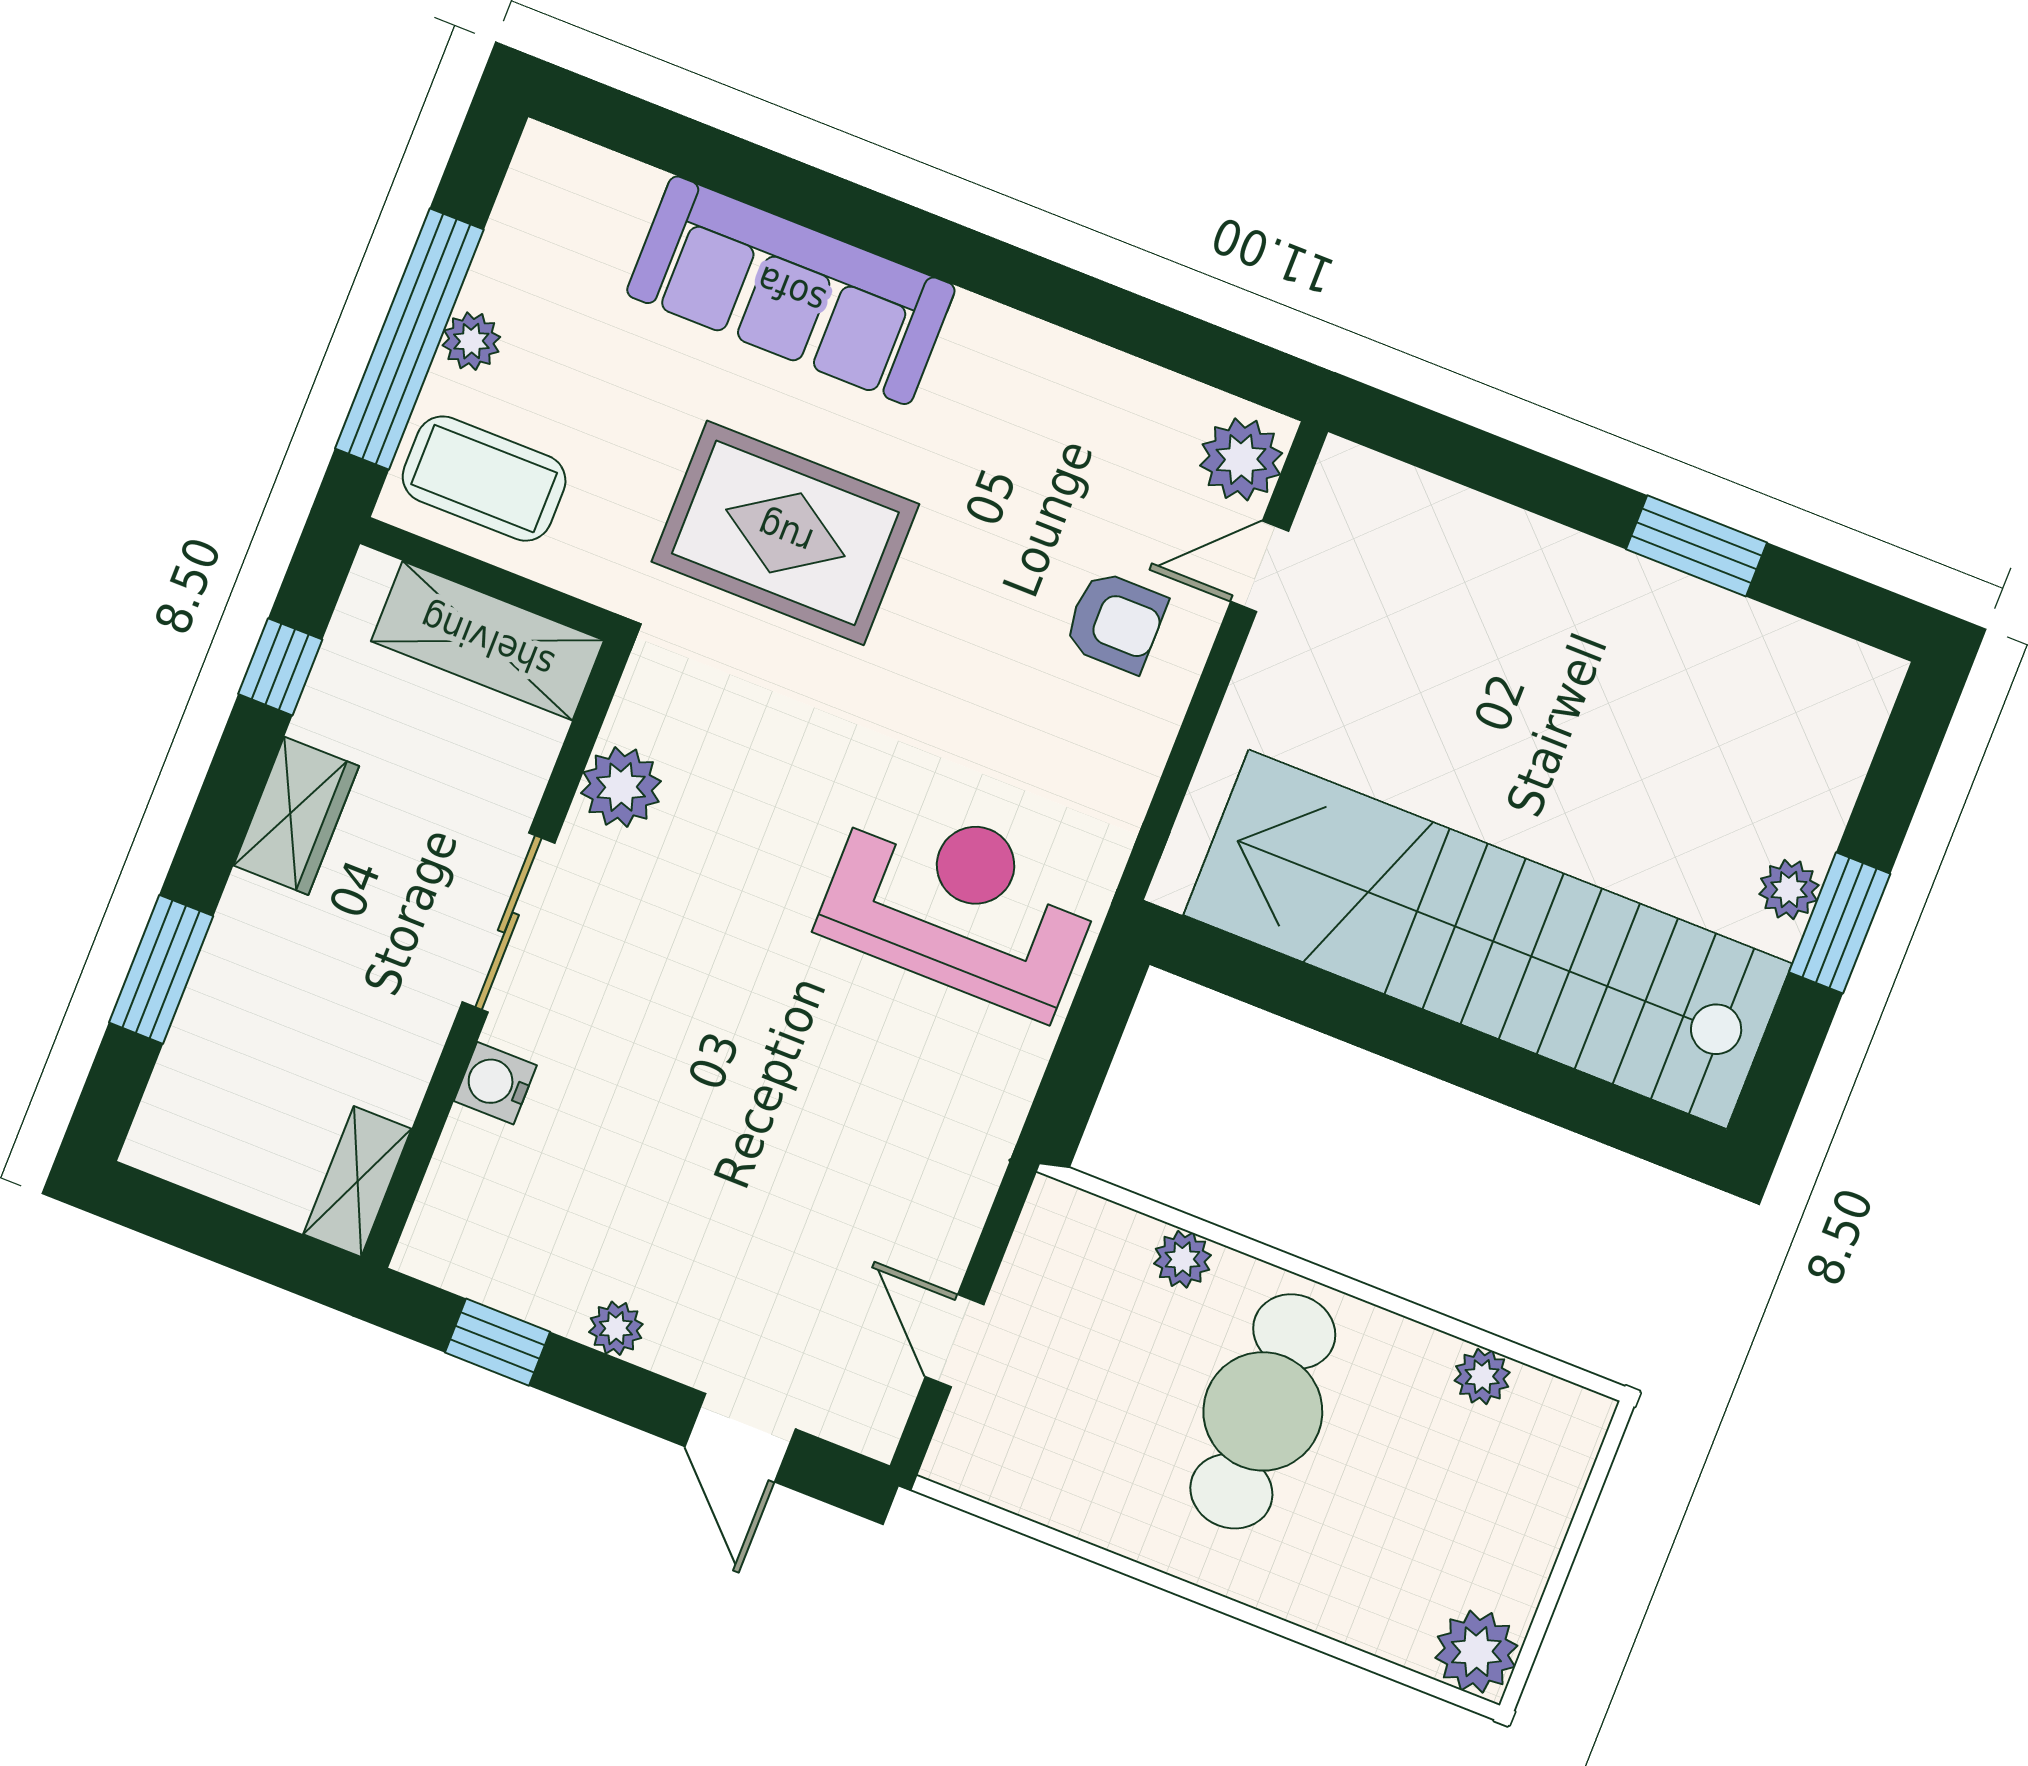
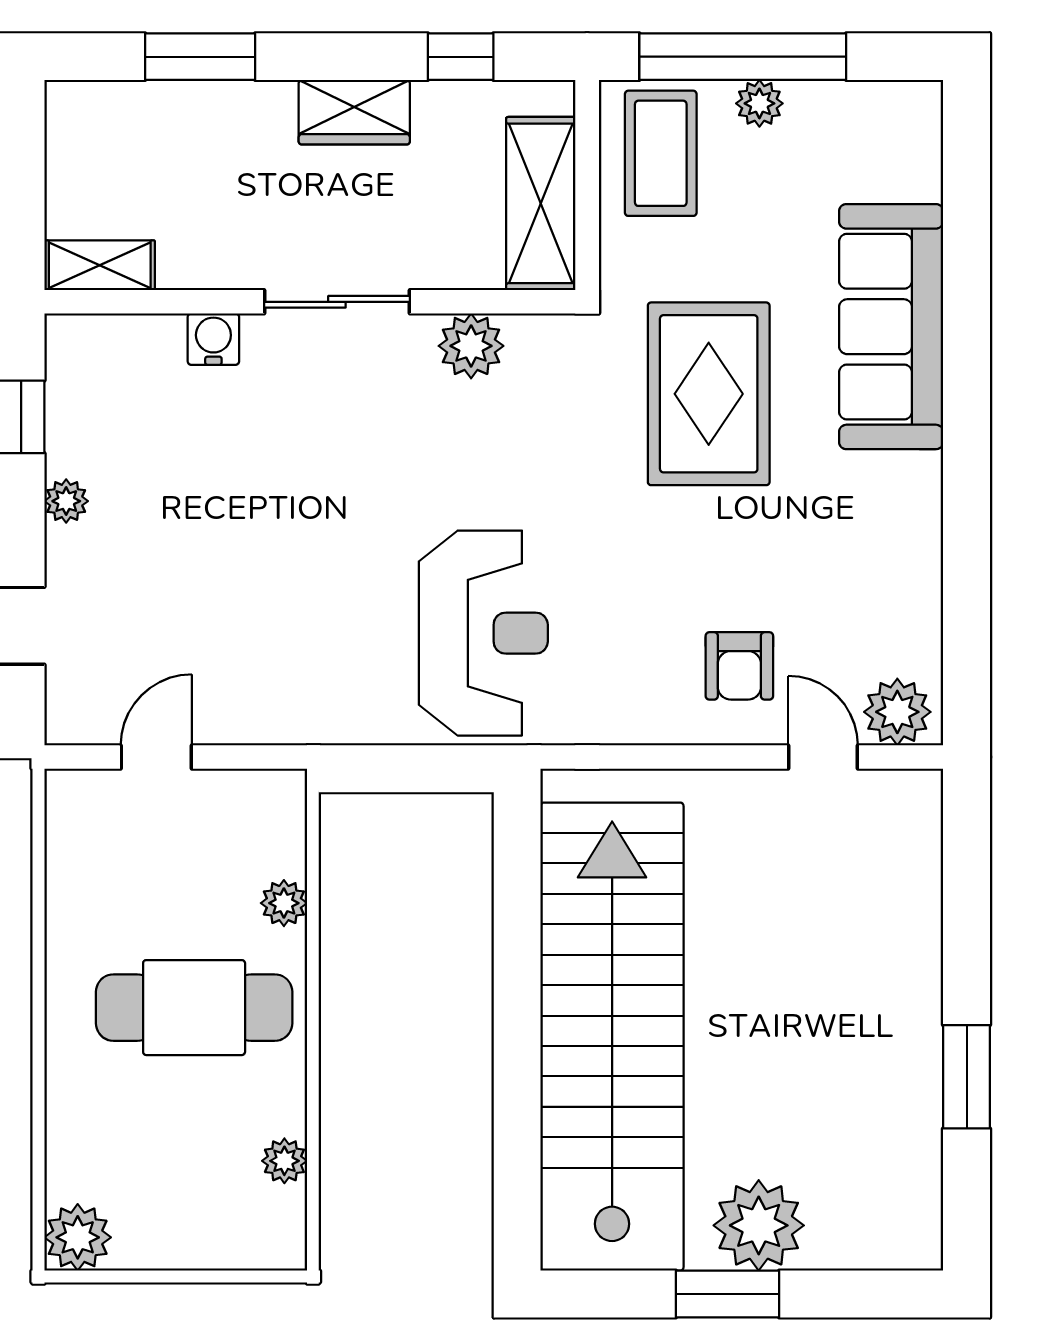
plant: (1789, 890) -> (759, 1225), width x1.87, depth x1.87

